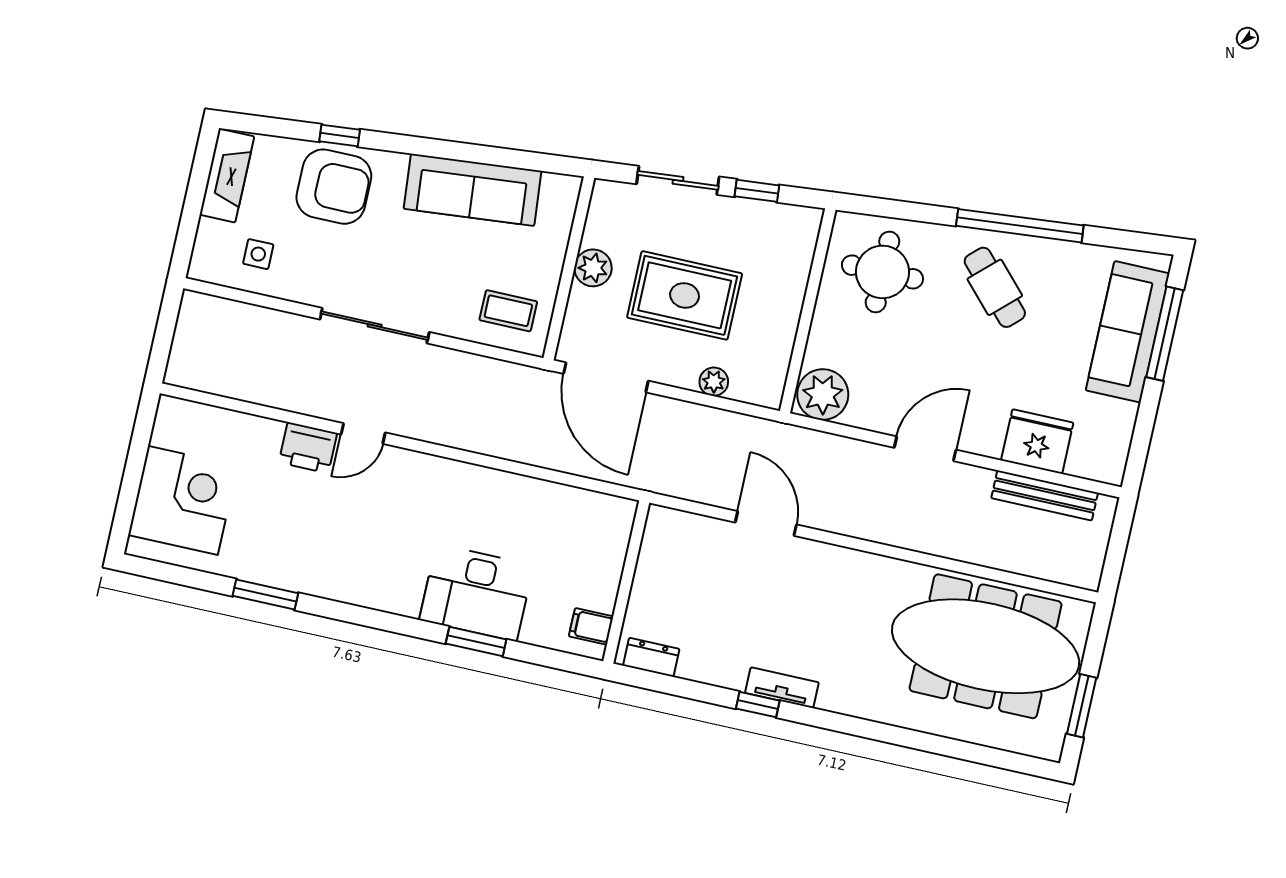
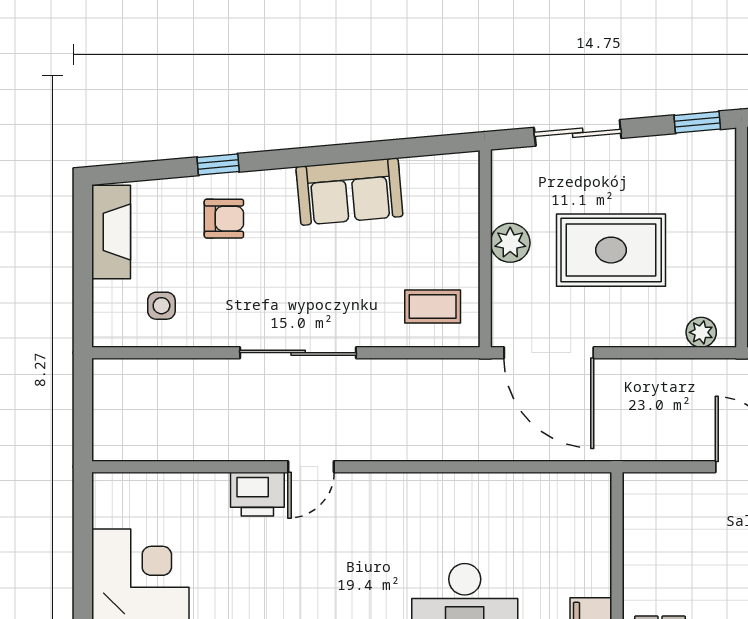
armchair: (334, 187) -> (224, 219), width x0.53, depth x0.53
sofa: (473, 190) -> (349, 192), width x0.73
window: (757, 191) -> (697, 122), moved
plant: (714, 382) -> (701, 332), moved

